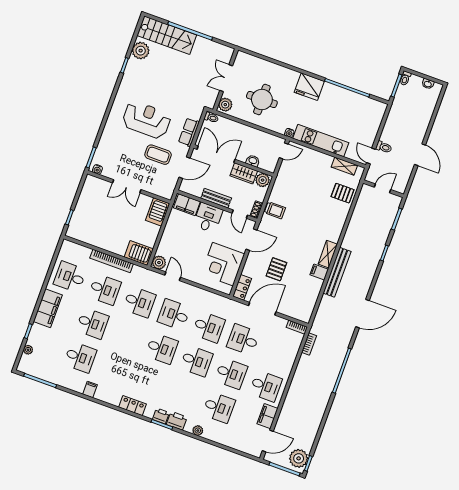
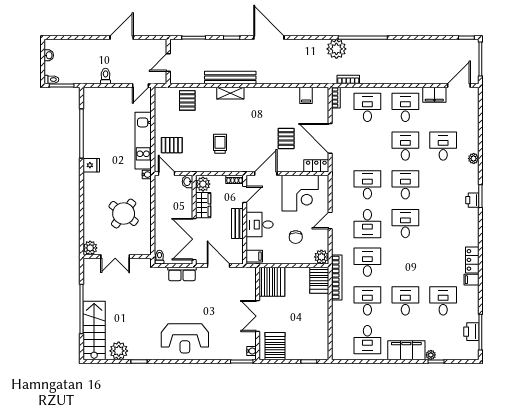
fridge: (309, 87) -> (91, 165), width x0.53, depth x0.75
round table: (262, 99) -> (124, 214), turned 37
plant: (225, 105) -> (90, 248), moved
reception desk: (147, 120) -> (185, 338), moved, turned -90
toilet: (384, 147) -> (106, 76), moved
coffee table: (158, 155) -> (215, 296), removed
washbasin: (253, 161) -> (187, 182), moved
pallet: (308, 165) -> (172, 145), added
shelving: (344, 166) -> (160, 108), removed
double door: (127, 186) -> (258, 316), swing flipped
door: (383, 188) -> (168, 63), hinge flipped
server rack: (94, 192) -> (275, 346), added
filing cabinet: (187, 205) -> (254, 256), width x0.50
trolley: (275, 210) -> (220, 144), moved
server rack: (158, 212) -> (272, 282), width x1.60
door: (252, 240) -> (266, 174), hinge flipped
chair: (185, 246) -> (296, 237), added
shelving: (328, 254) -> (230, 93), moved
bookcase: (112, 261) -> (337, 277), moved
pallet: (276, 269) -> (286, 138), turned 90
filing cabinet: (319, 272) -> (306, 95), moved
bench: (337, 272) -> (230, 78), moved
door: (173, 276) -> (330, 220), moved
door: (362, 314) -> (269, 38), moved
desk: (243, 340) -> (367, 107), moved, turned 180
plant: (28, 350) -> (431, 355), moved
locker: (133, 406) -> (472, 260), moved
printer: (177, 421) -> (471, 332), moved
door: (268, 441) -> (459, 86), hinge flipped
plant: (299, 458) -> (336, 49), moved

